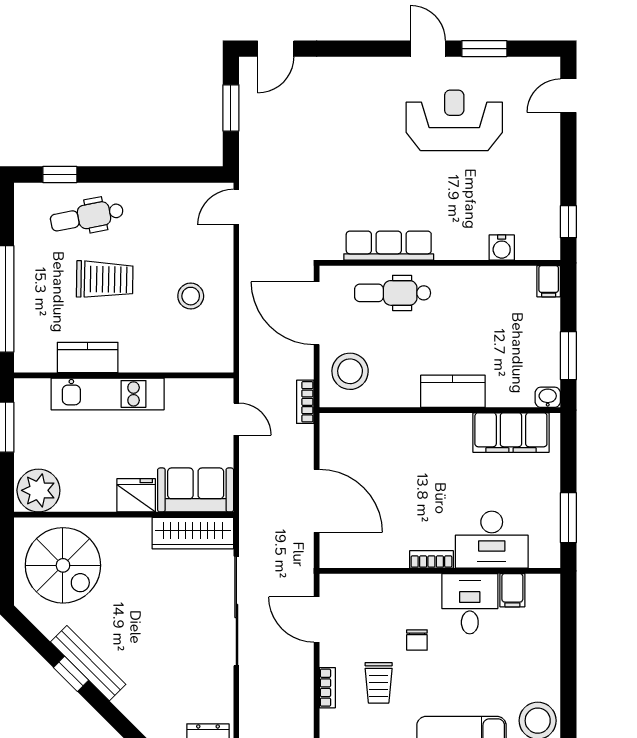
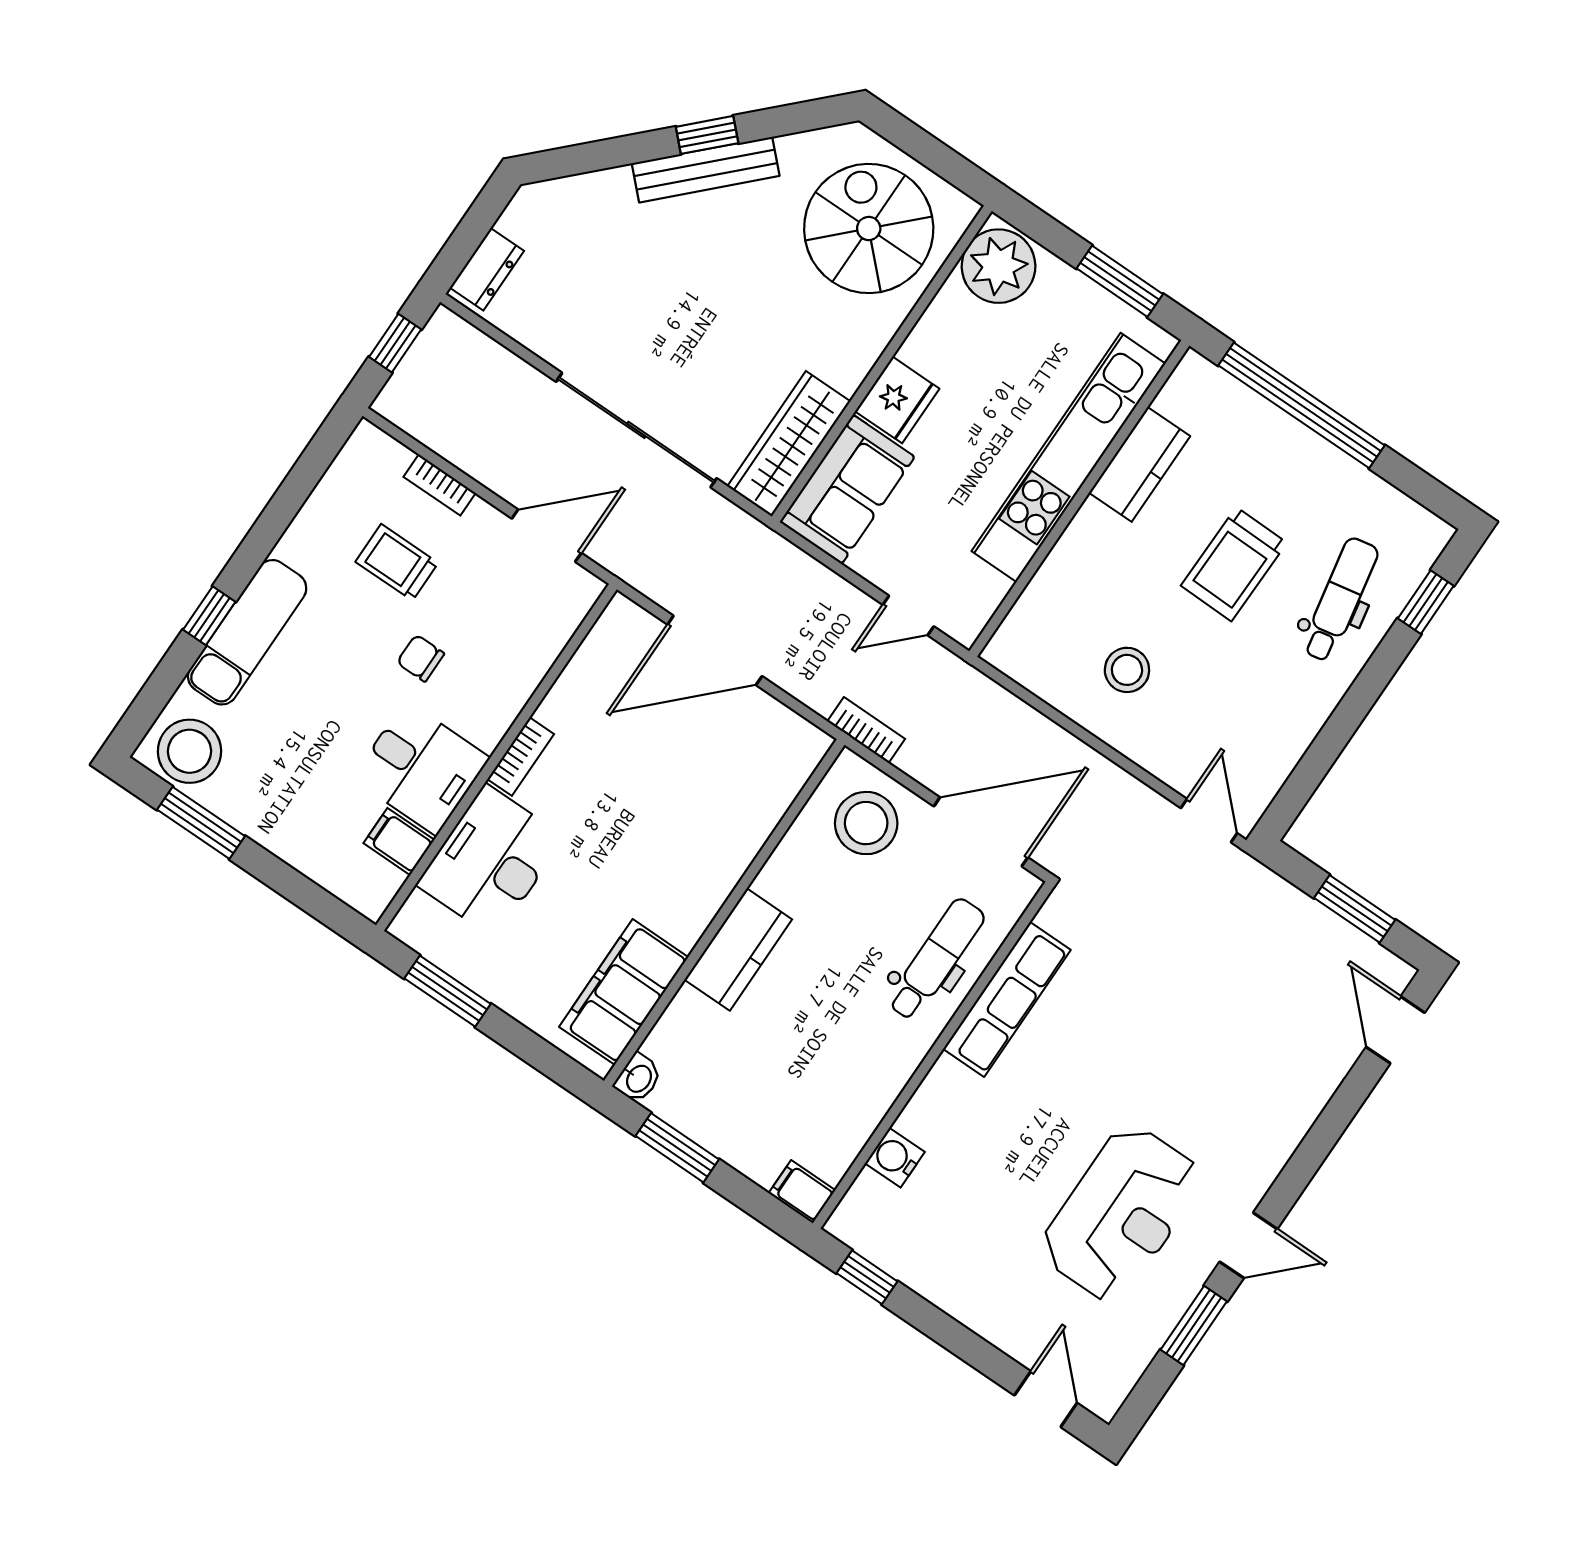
kitchen unit: (108, 394) -> (1069, 457), width x1.36
spiral stairs: (63, 565) -> (869, 228), turned 90
window: (568, 692) -> (201, 823), added

